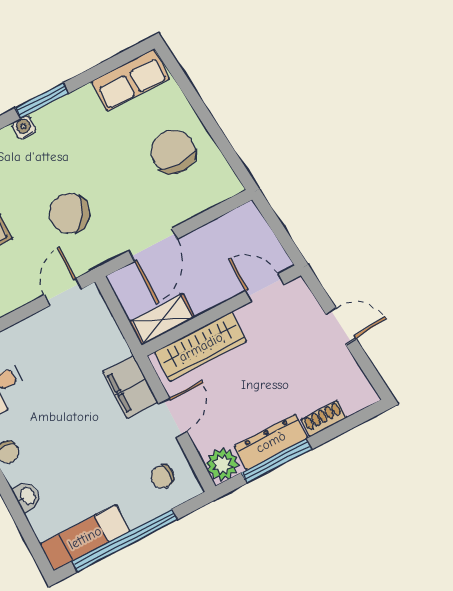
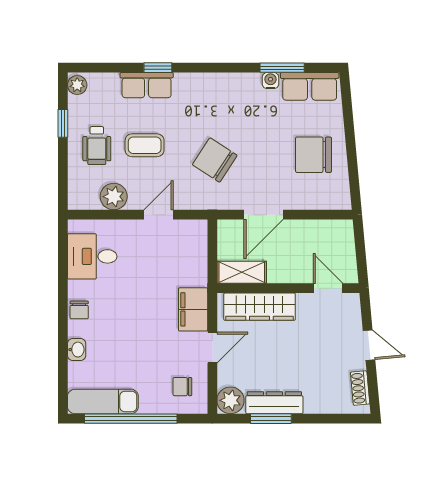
window: (42, 101) -> (282, 68), moved
water cooler: (24, 128) -> (271, 81), moved
chair: (173, 152) -> (314, 155), turned -90
door: (63, 292) -> (159, 215), moved
shoe rack: (324, 419) -> (360, 388), moved, turned -95
window: (276, 461) -> (271, 419), width x0.69

